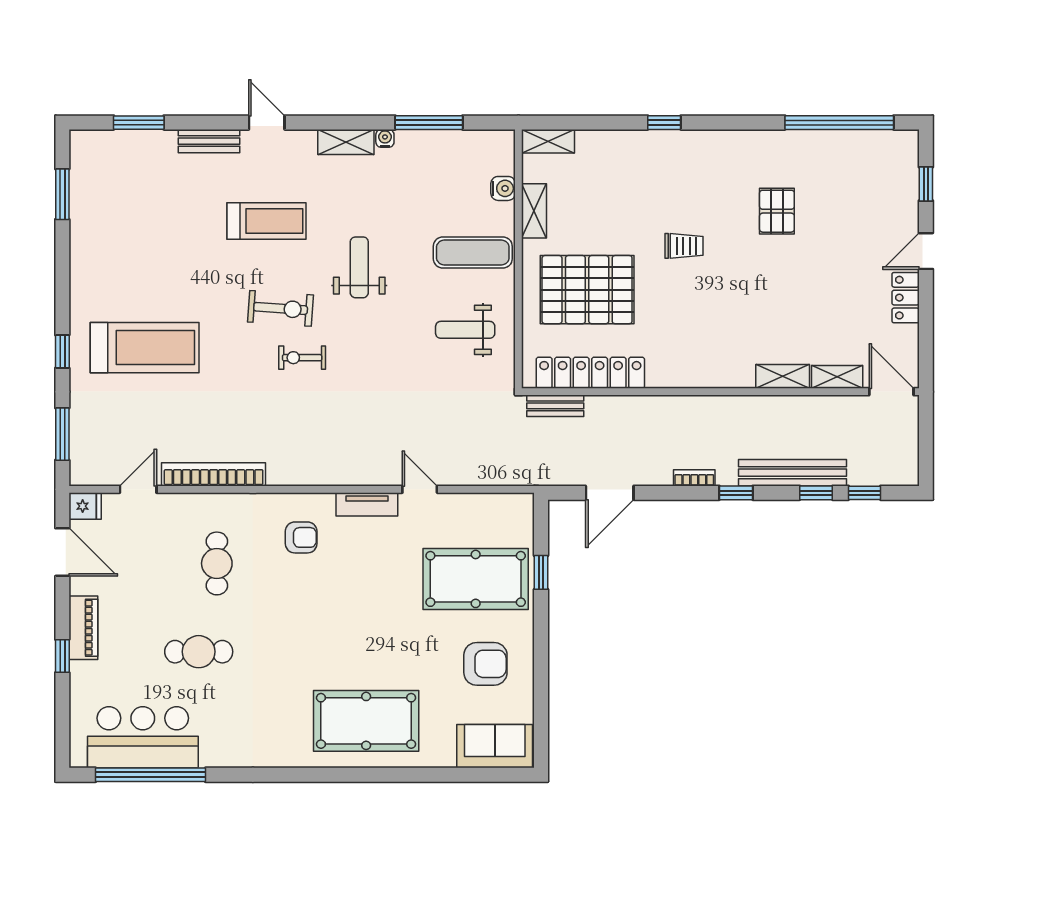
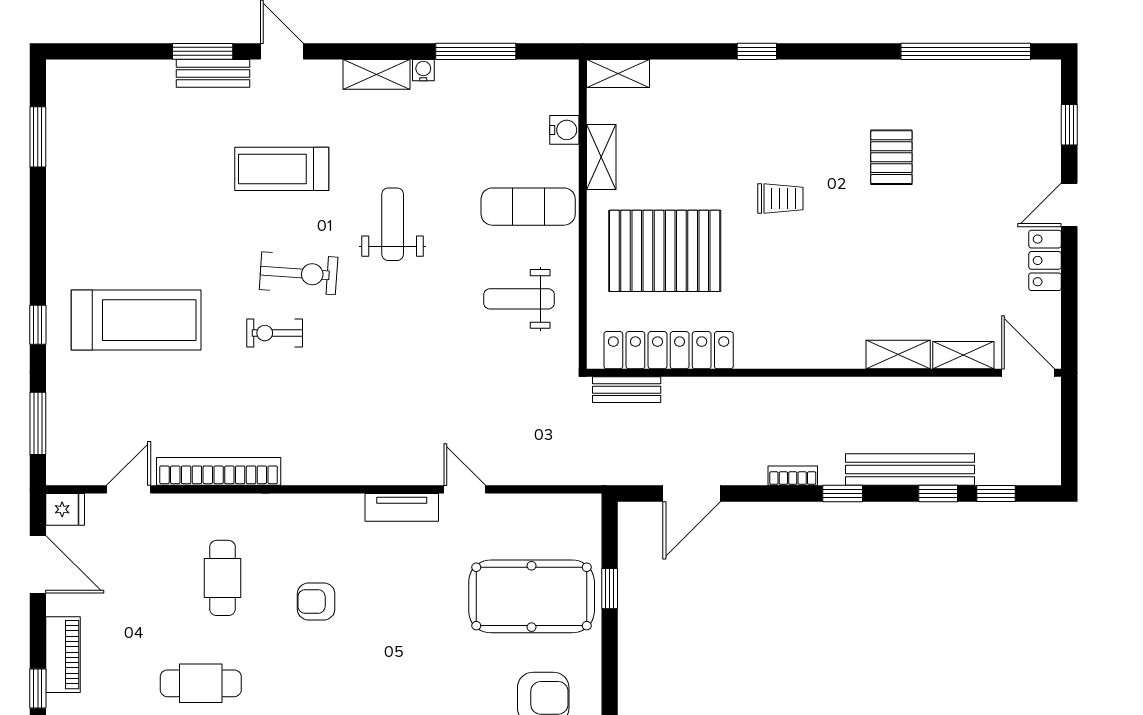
window: (139, 123) -> (203, 51), moved
treadmill: (266, 221) -> (282, 169), turned 180
exercise bike: (302, 358) -> (275, 333), moved
armchair: (301, 537) -> (316, 601), moved, turned 180

